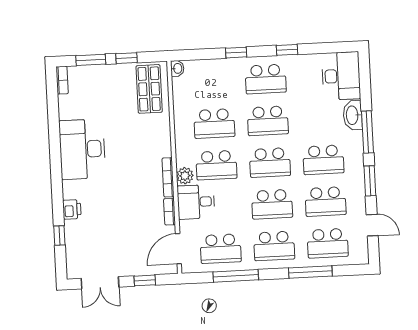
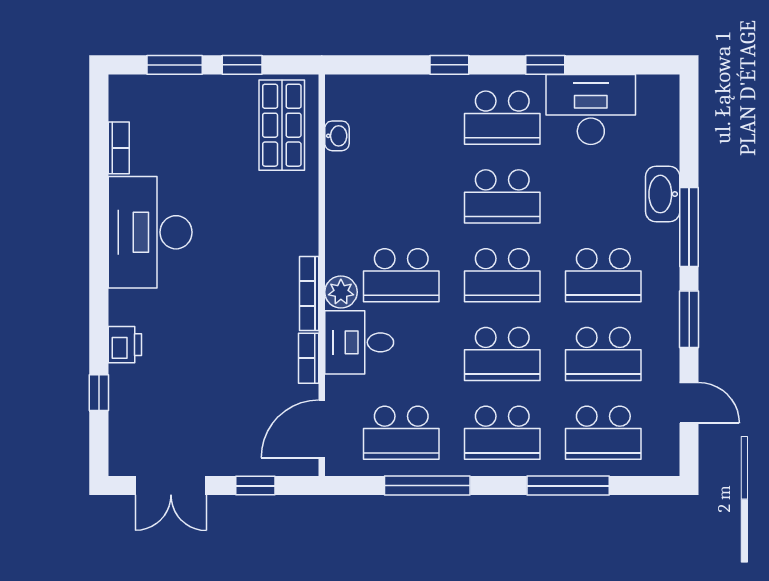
washbasin: (177, 68) -> (337, 136), moved
desk: (341, 76) -> (591, 109), moved, turned -90
bookcase: (62, 80) -> (119, 148), moved
school desk: (214, 123) -> (401, 196), removed

